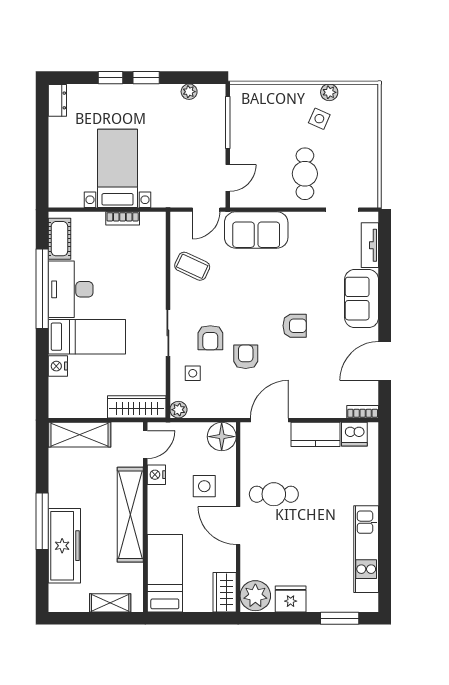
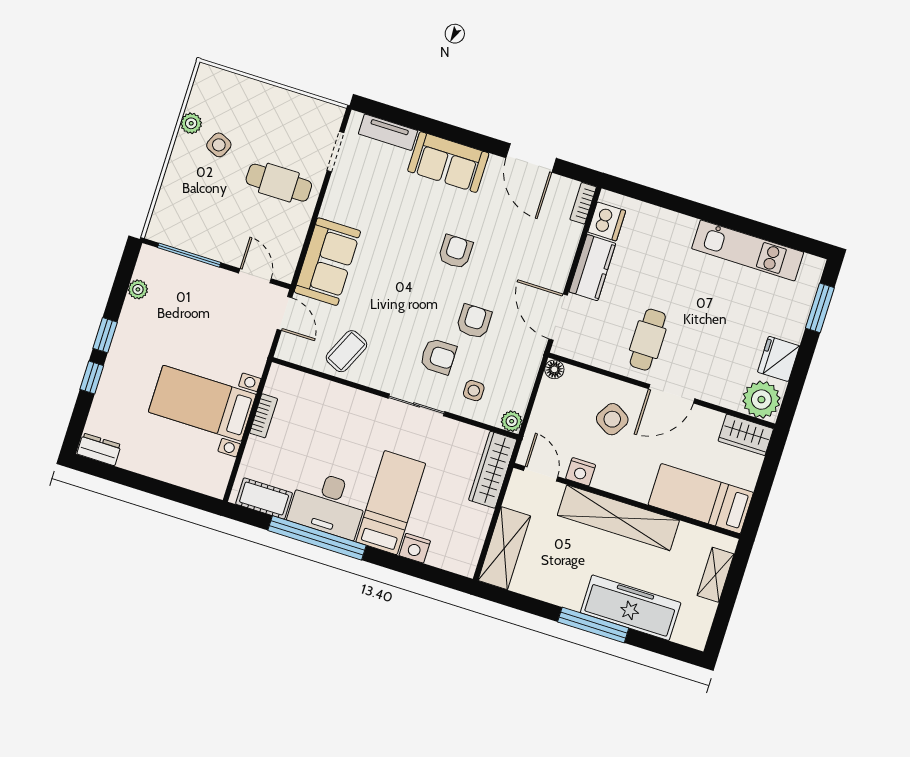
armchair: (246, 357) -> (474, 321), turned 90
floor lamp: (222, 437) -> (554, 369), width x0.53, depth x0.53
side table: (204, 486) -> (612, 419), turned 31

